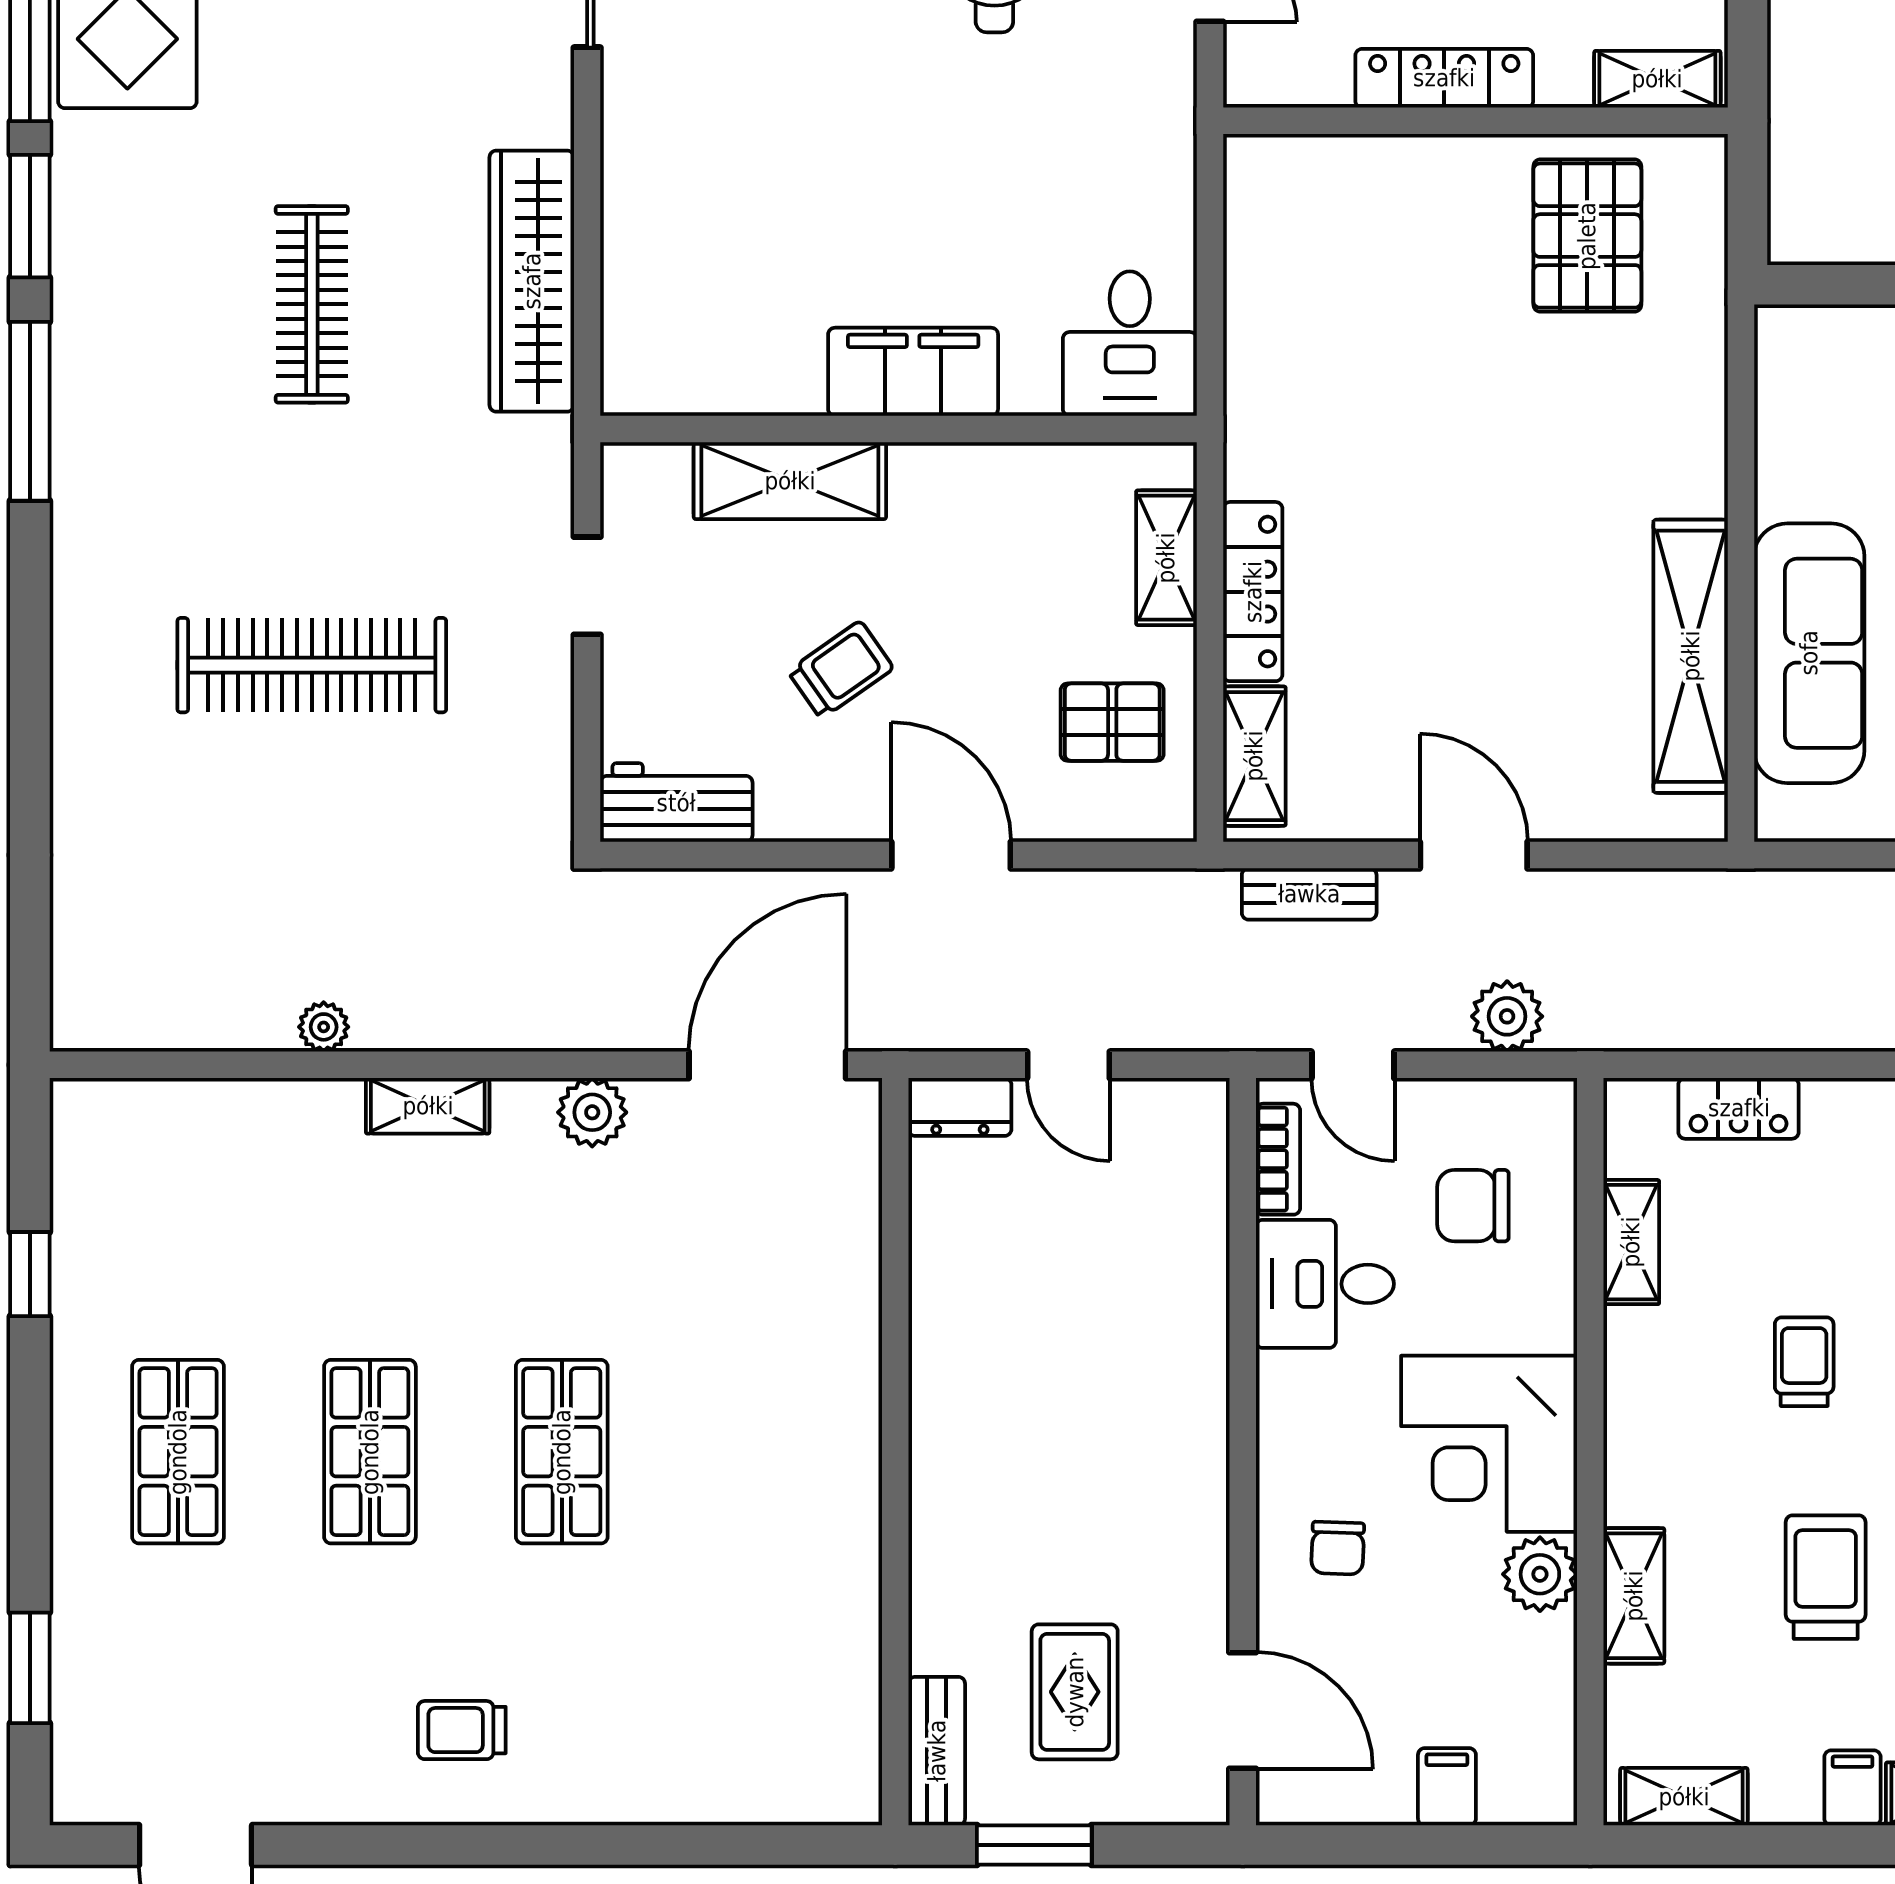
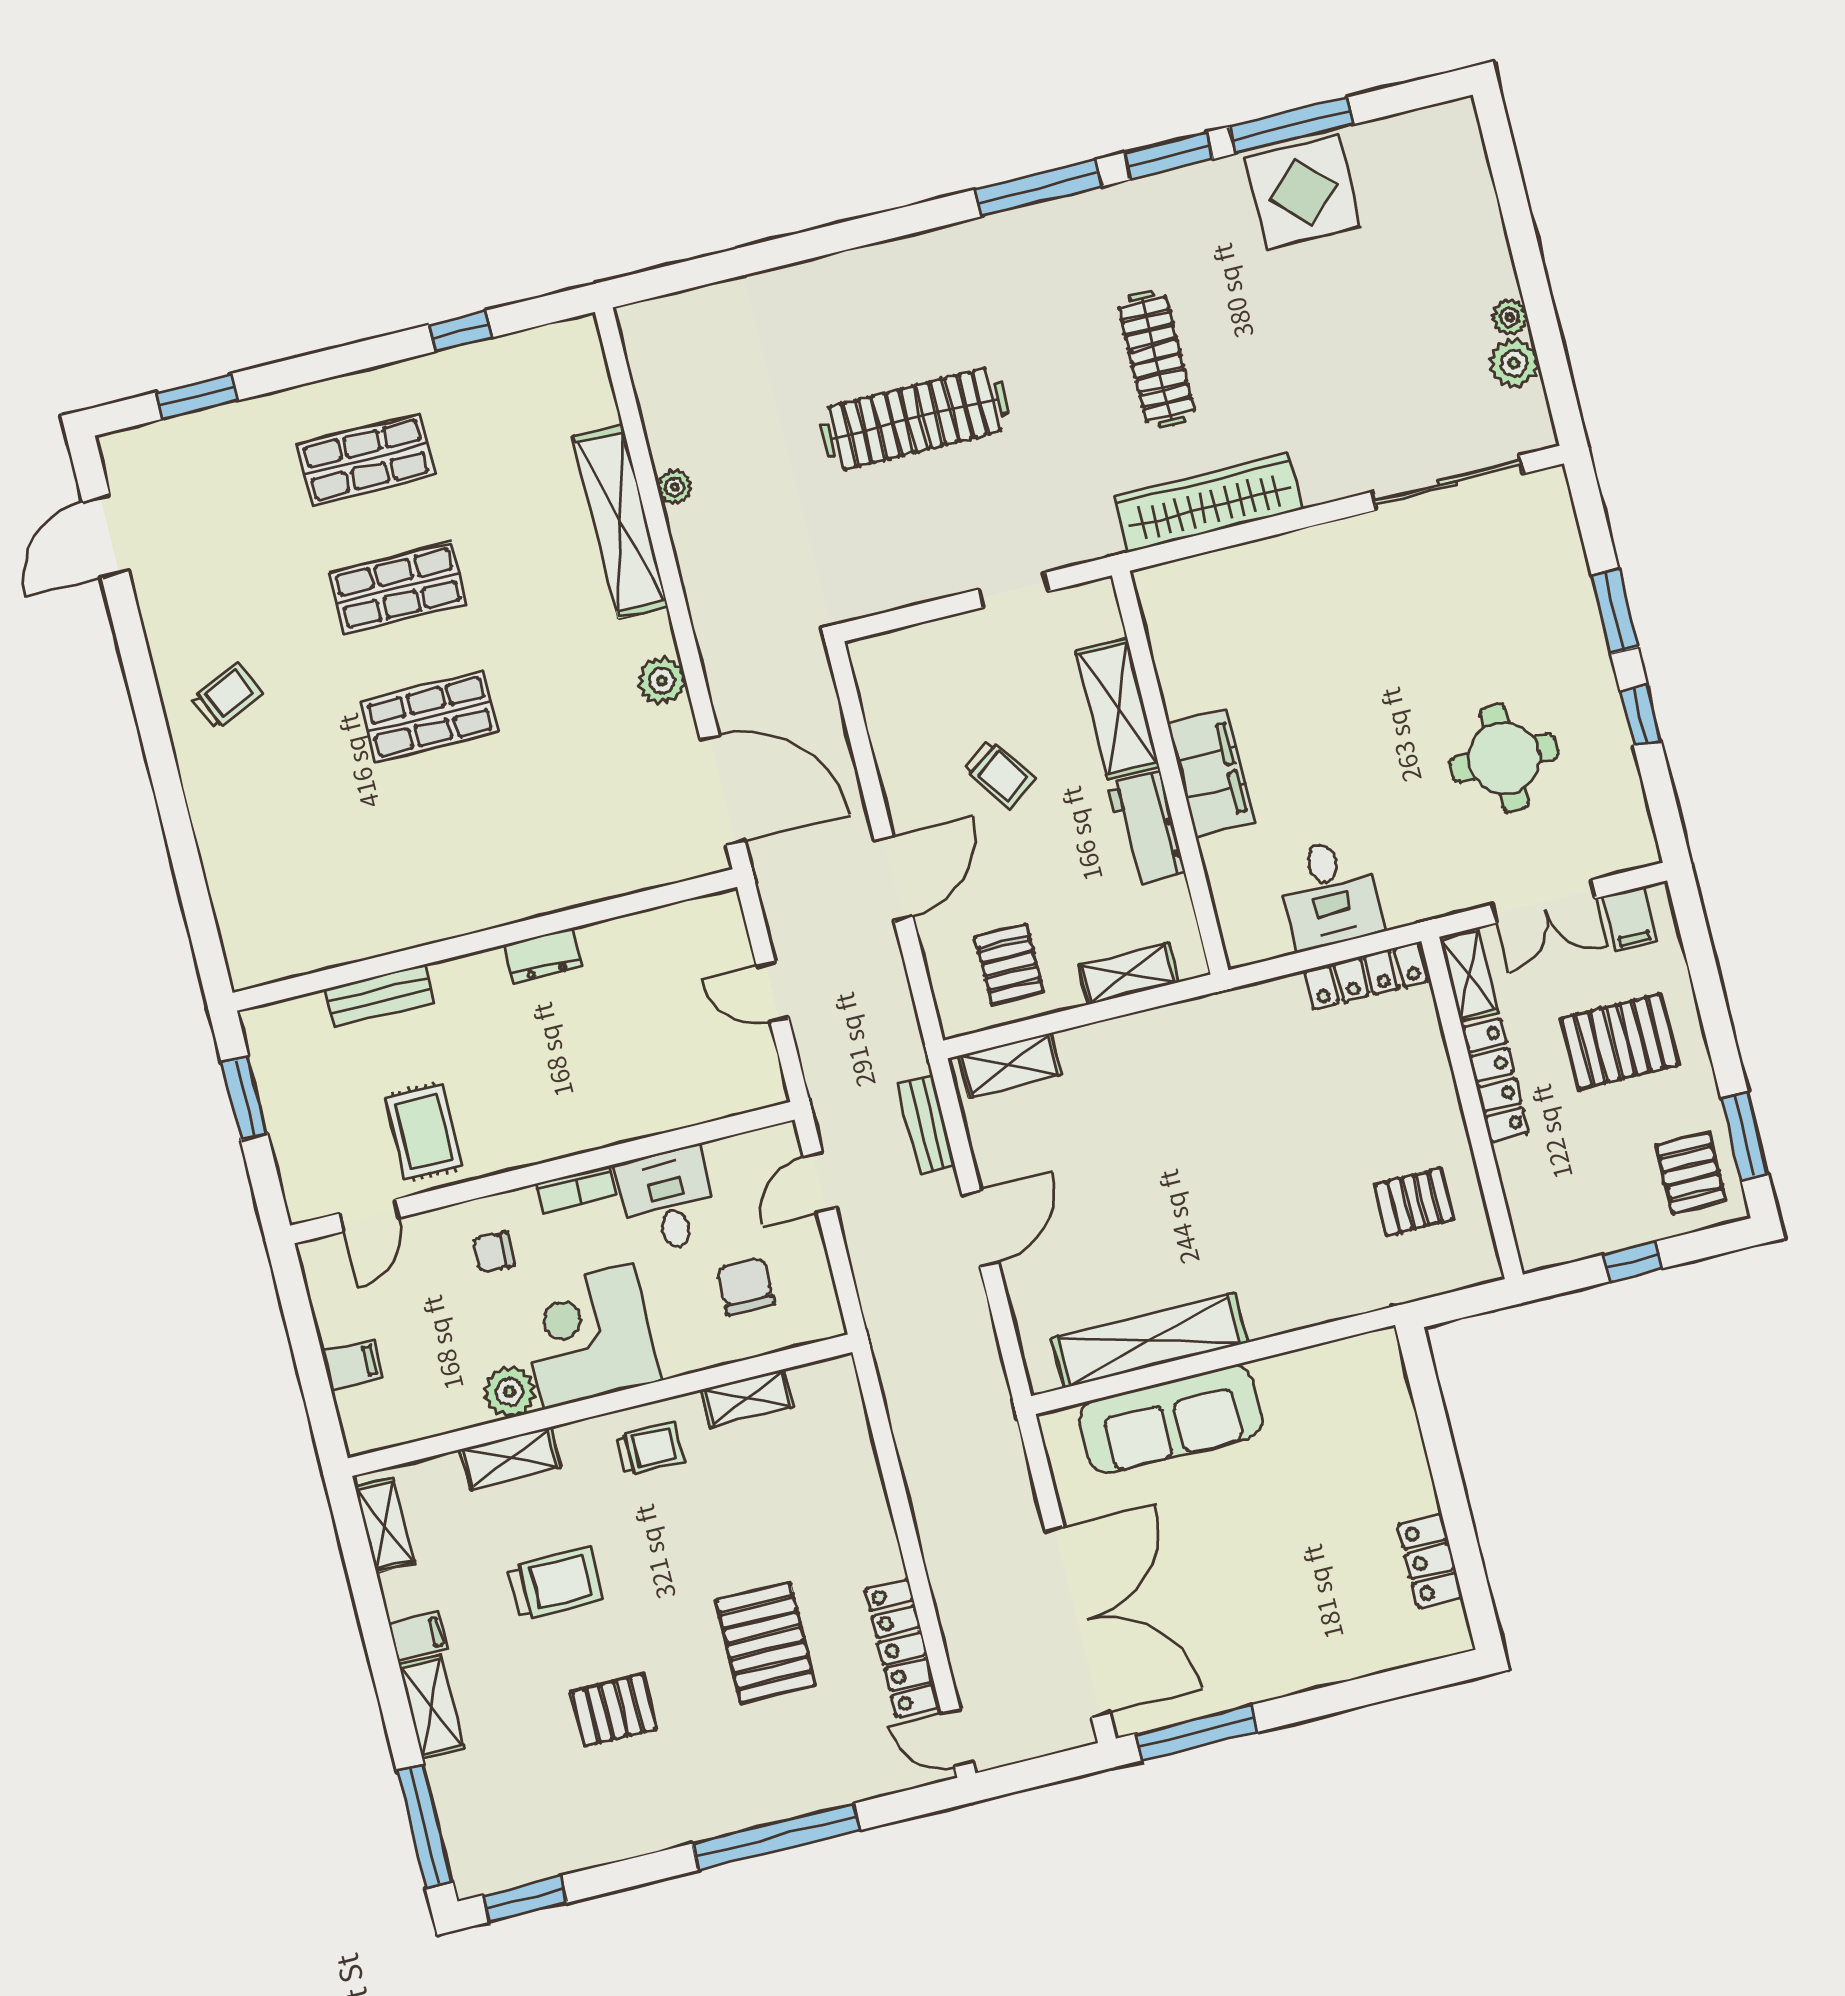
shelving: (1657, 79) -> (1469, 975), moved
pallet: (1587, 236) -> (1414, 1202), width x0.67, depth x0.71
clothes rail: (312, 304) -> (1156, 359), turned 90
desk: (1130, 344) -> (1330, 894), moved, turned -90
locker: (1253, 592) -> (1366, 976), moved
clothes rail: (312, 665) -> (915, 419), turned 90
workbench: (676, 803) -> (1146, 828), moved, turned 180
plant: (1507, 1016) -> (878, 1277), removed
door: (1068, 1065) -> (773, 992), hinge flipped
shelving: (428, 1106) -> (620, 521), width x2.20, depth x1.33
dresser: (960, 1107) -> (543, 955), moved, turned -90
locker: (1739, 1108) -> (854, 1448), removed
bookcase: (1278, 1159) -> (577, 1189), moved
trolley: (1804, 1362) -> (650, 1449), moved
rug: (1075, 1692) -> (424, 1132), moved, turned 90
door: (1243, 1711) -> (369, 1215), width x0.73
trolley: (462, 1730) -> (227, 696), turned 67
bench: (937, 1751) -> (379, 996), moved

